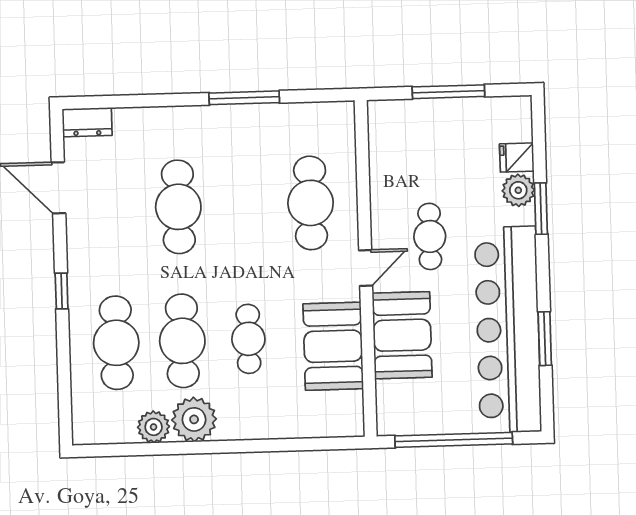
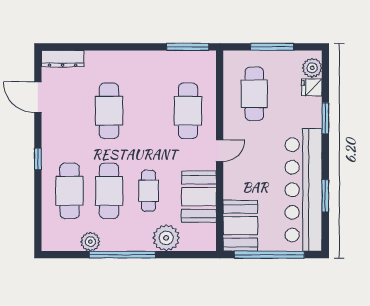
window: (244, 98) -> (188, 47), moved
dresser: (87, 122) -> (63, 59), width x1.44
plant: (518, 190) -> (312, 68), moved
cafe table: (430, 236) -> (254, 94), moved, width x1.37, depth x1.35
booth: (402, 335) -> (240, 226), moved
plant: (194, 419) -> (166, 238), moved
window: (208, 447) -> (122, 255), added

